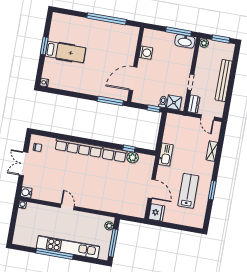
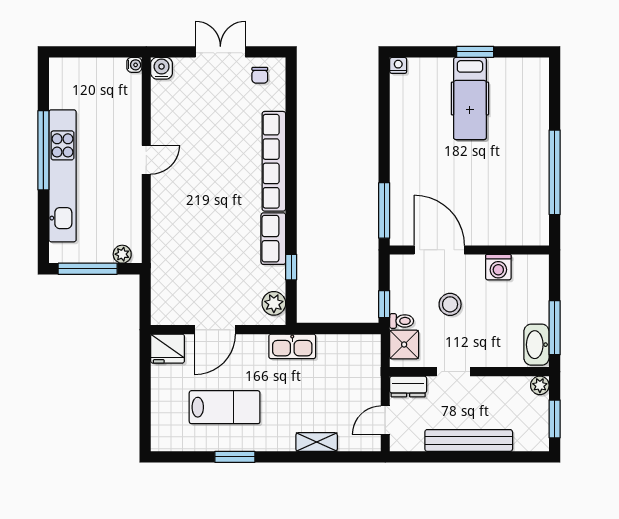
stool: (159, 78) -> (450, 304), added
plant: (133, 157) -> (274, 303), moved

